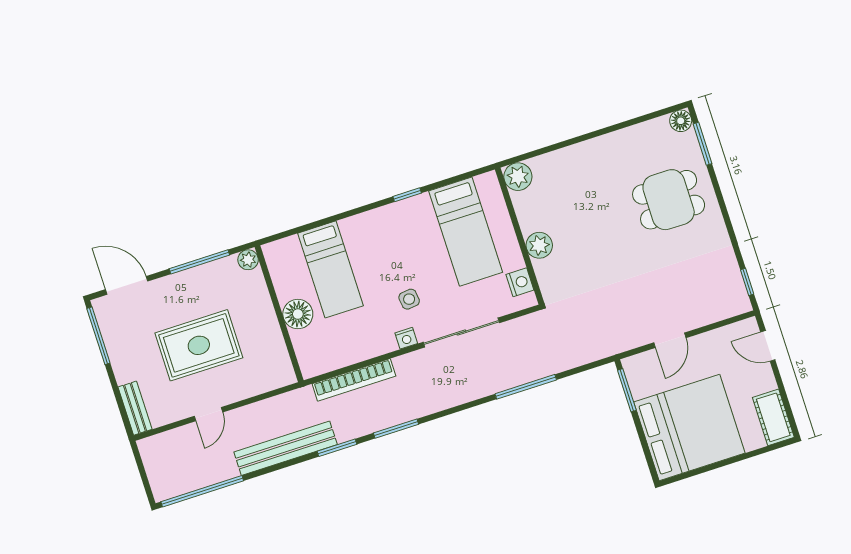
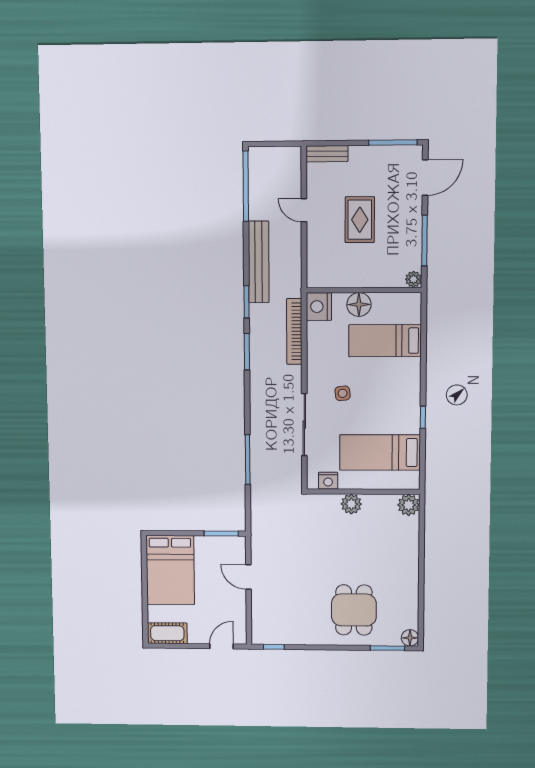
nightstand: (406, 338) -> (319, 307), moved, width x1.89, depth x1.79
rug: (199, 345) -> (360, 220), width x0.73, depth x0.70
bed: (689, 428) -> (170, 570), width x0.73

